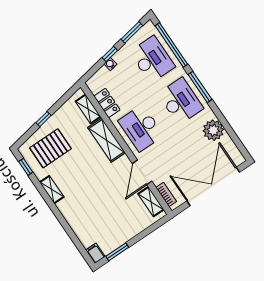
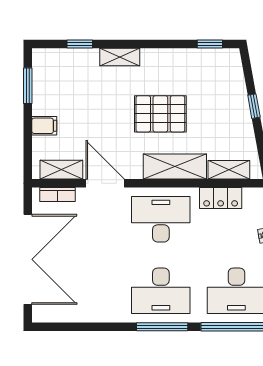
plant: (213, 130) -> (97, 307), removed
pallet: (50, 148) -> (160, 114), moved, turned 90
shelving: (52, 190) -> (120, 57), moved
window: (75, 239) -> (80, 44), added
filing cabinet: (95, 253) -> (44, 126), moved

